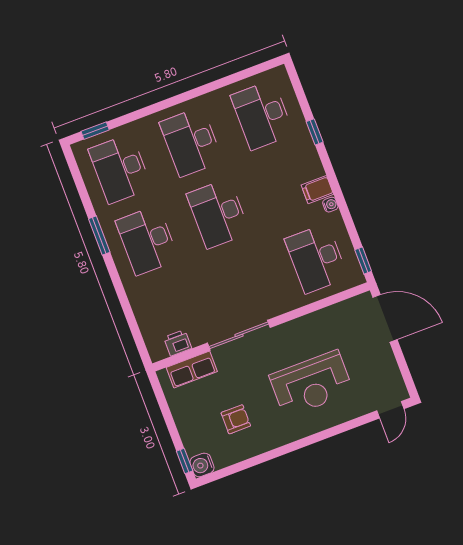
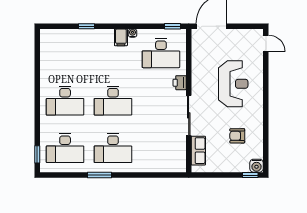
desk: (262, 115) -> (65, 53), removed
printer: (178, 343) -> (180, 83), moved
armchair: (236, 419) -> (237, 136), turned -90

